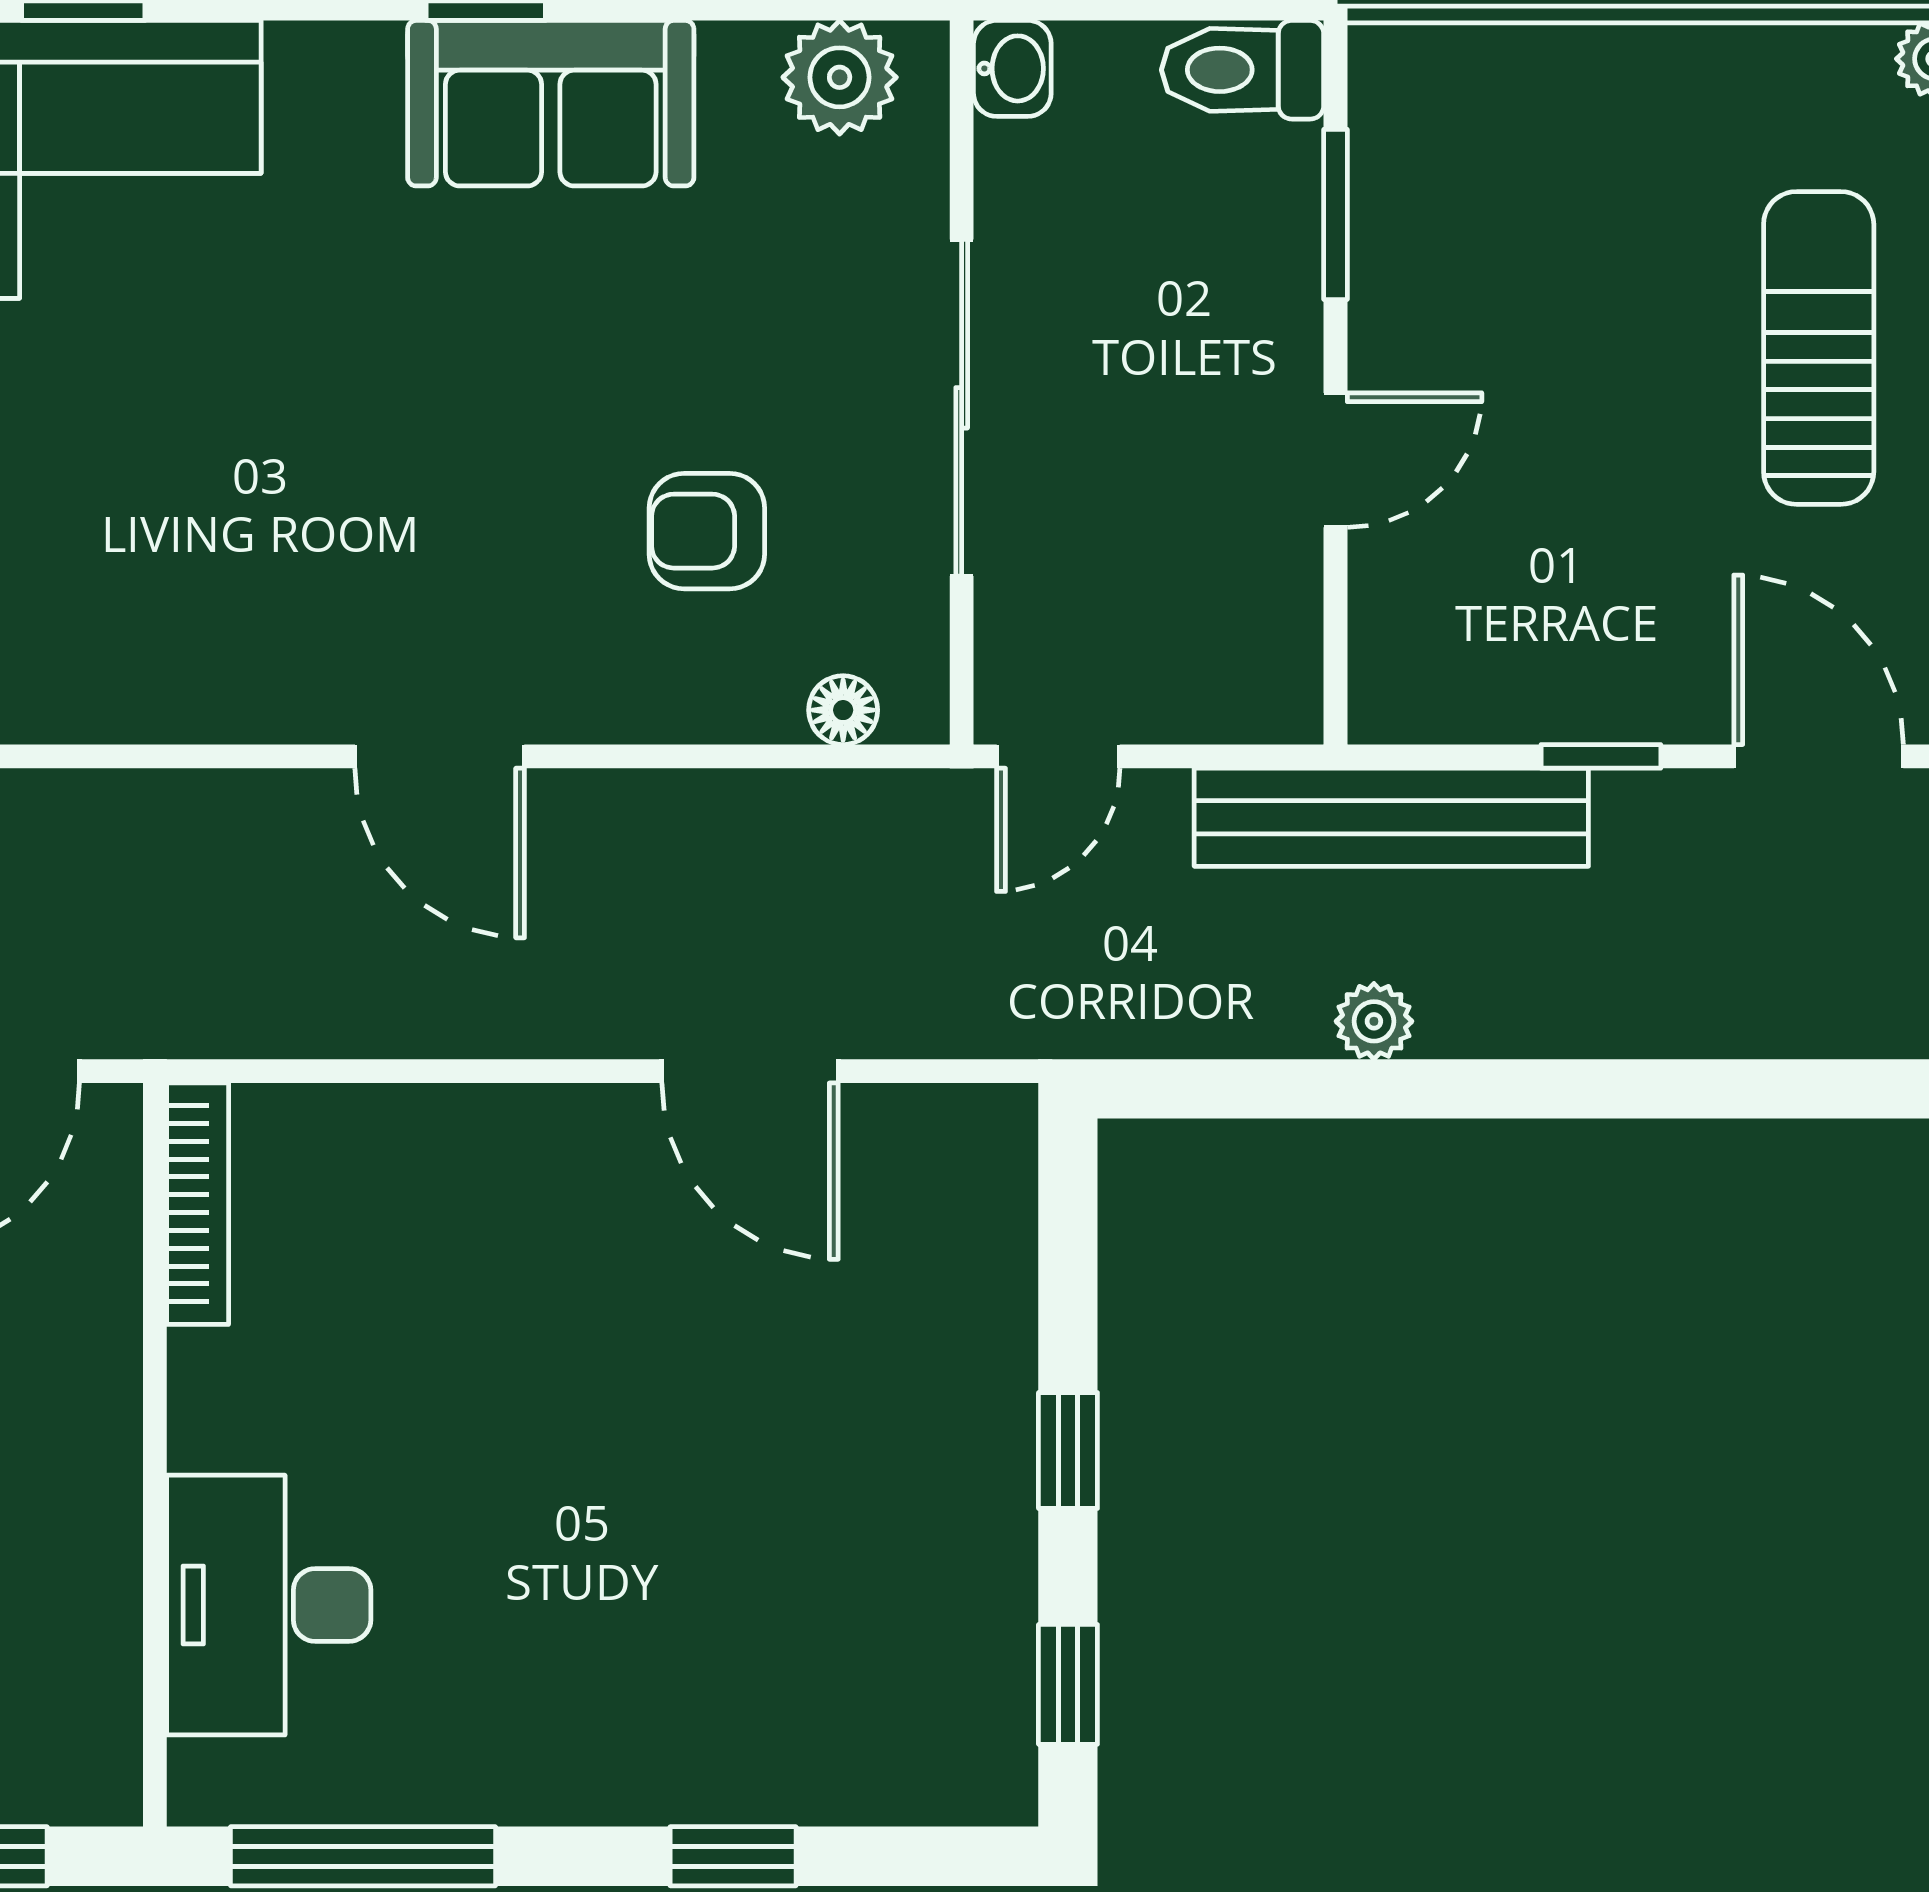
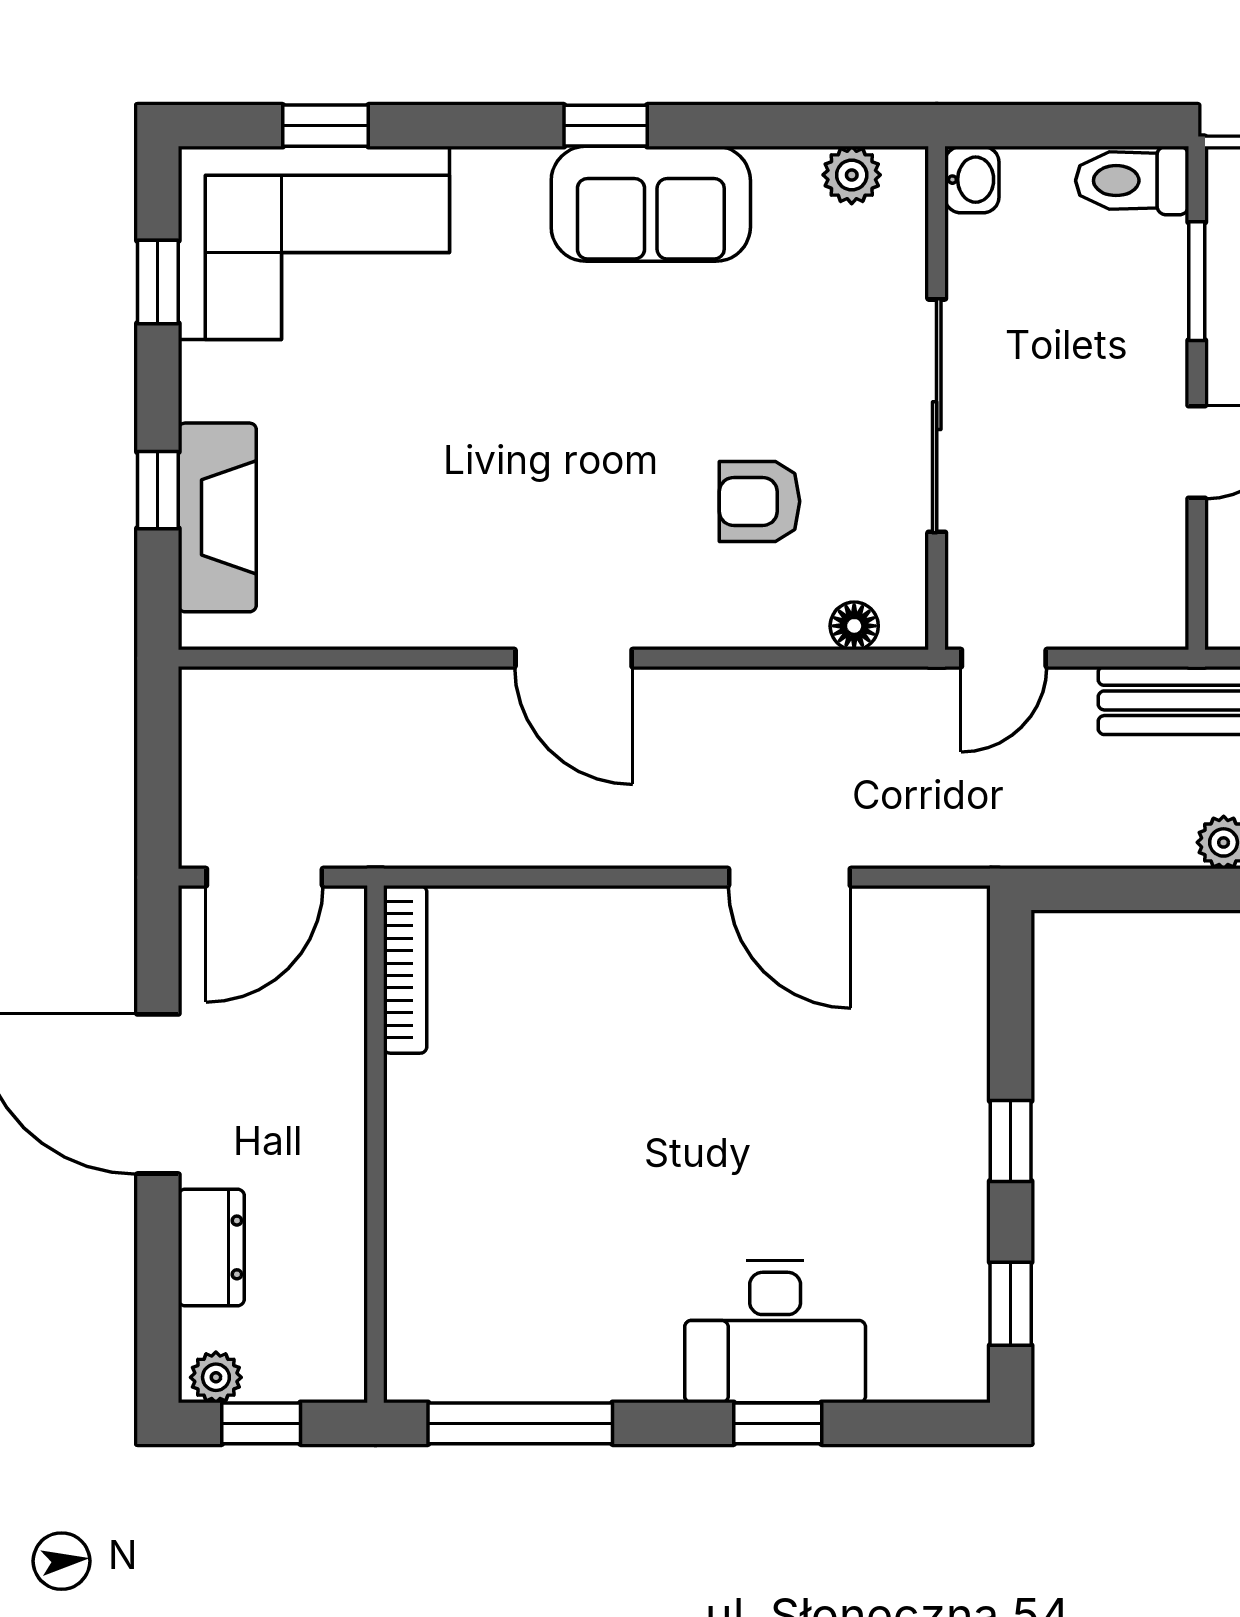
plant: (840, 77) -> (852, 175), width x0.73, depth x0.73
desk: (269, 1605) -> (775, 1332), moved, turned -90

